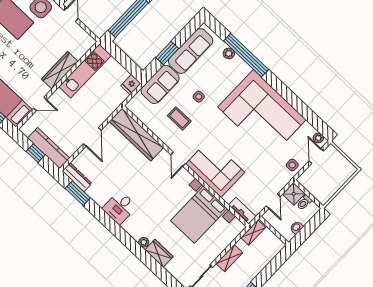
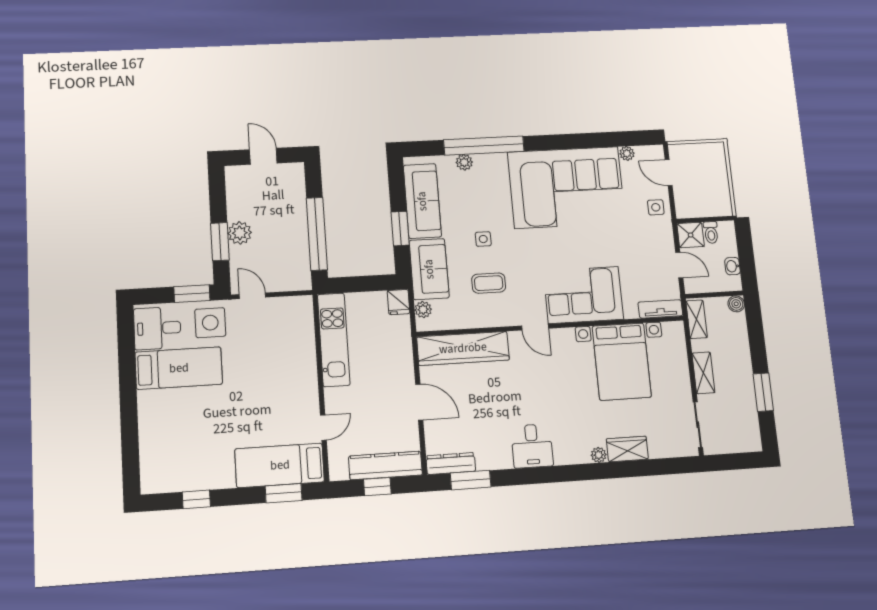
wardrobe: (60, 70) -> (305, 368), removed
plant: (138, 99) -> (423, 310), added
plant: (318, 138) -> (627, 153), moved
boiler: (279, 245) -> (736, 304), added

